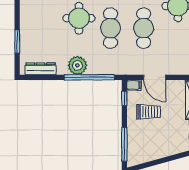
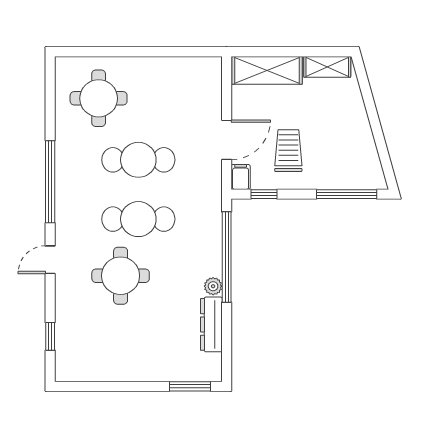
window: (17, 42) -> (190, 386), moved
plant: (77, 65) -> (213, 286), width x0.53, depth x0.53
dresser: (41, 69) -> (211, 324), moved

